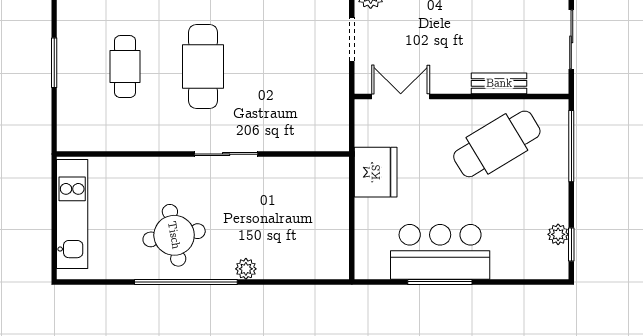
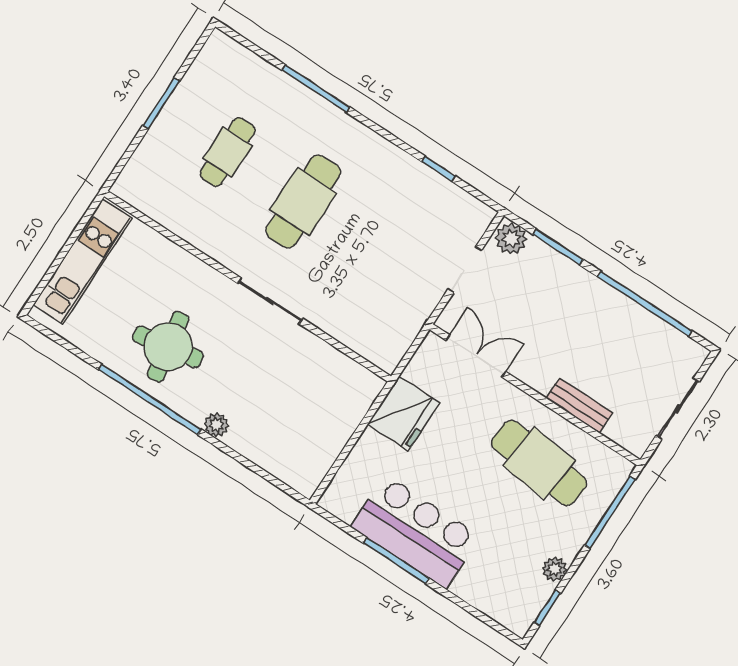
cafe table: (497, 144) -> (539, 463), turned 37
plant: (558, 234) -> (555, 569), moved

